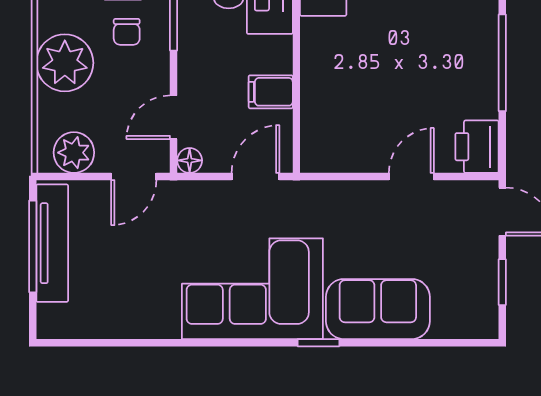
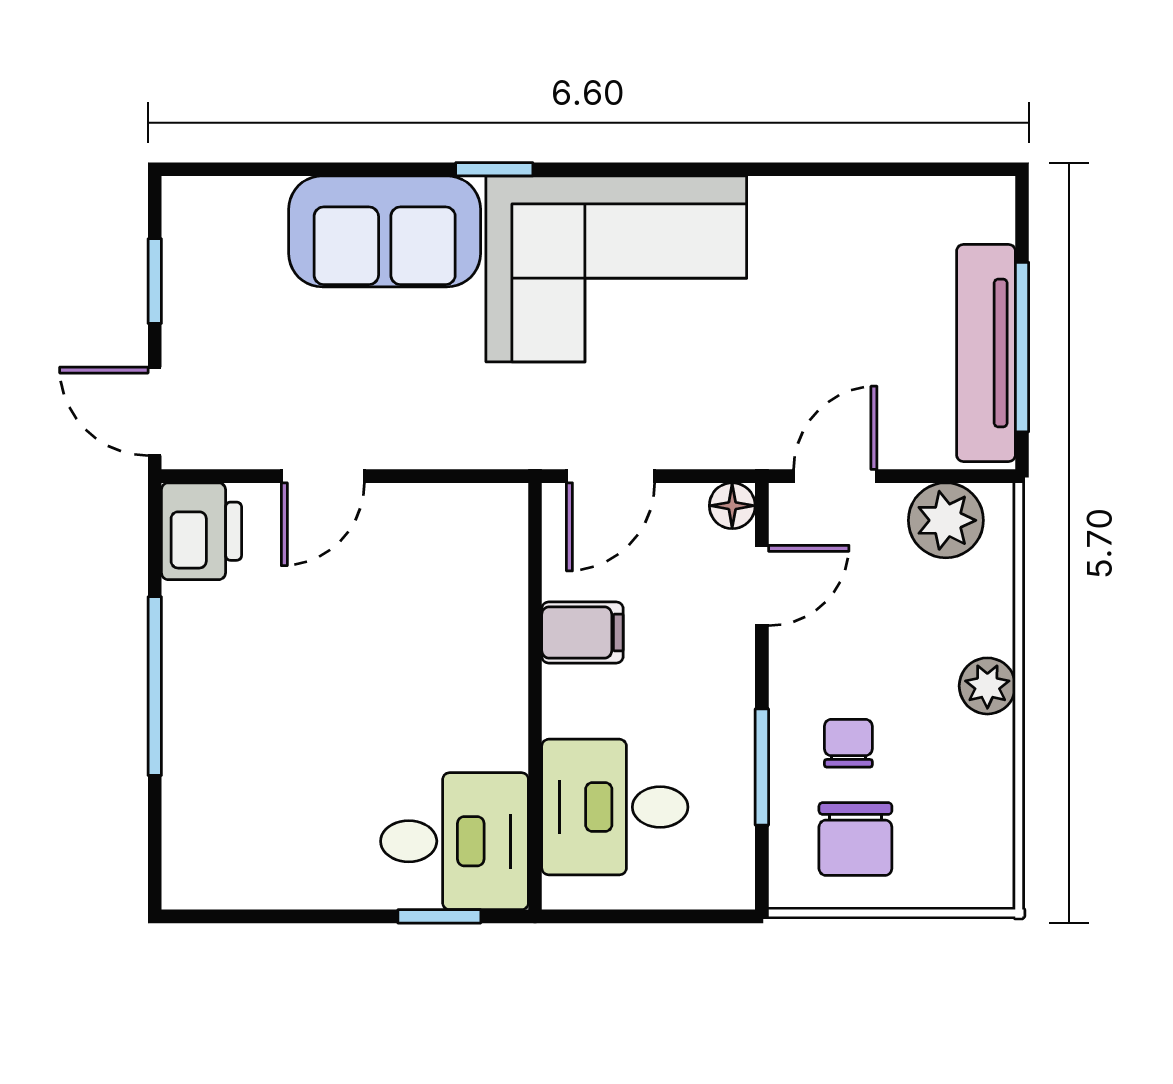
plant: (65, 63) -> (987, 686), width x0.53, depth x0.53

